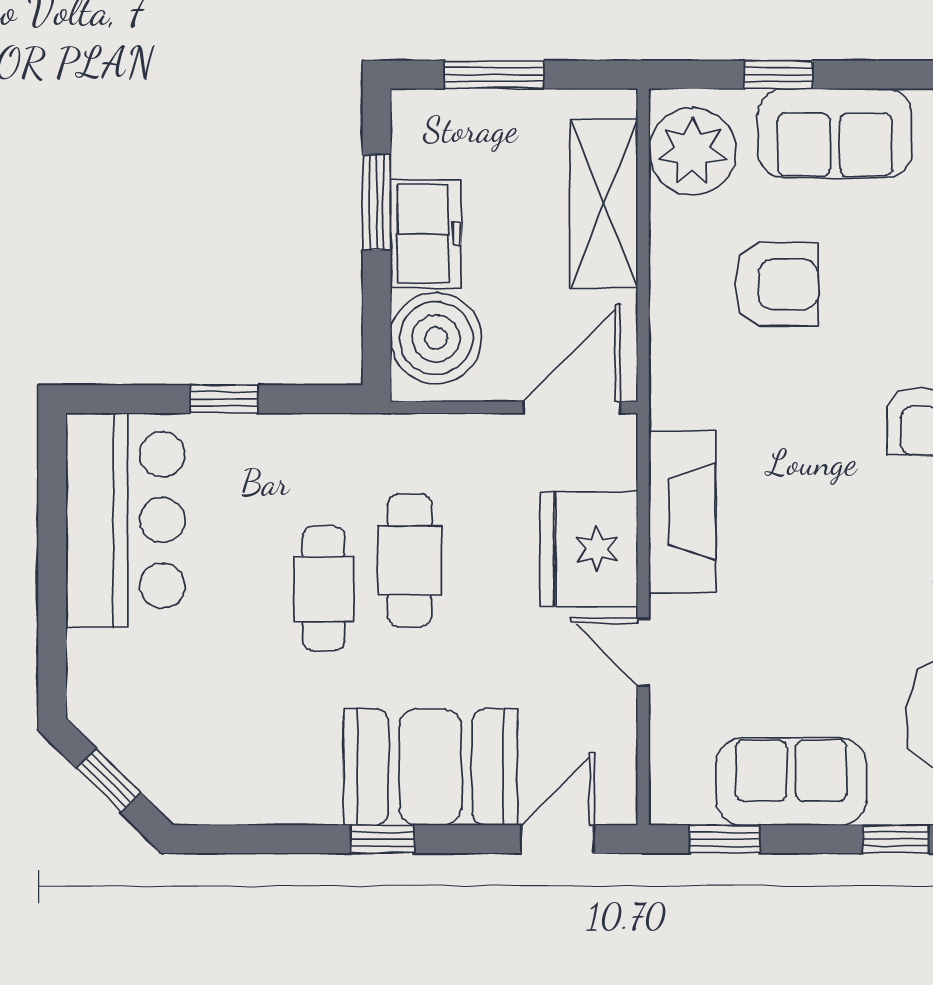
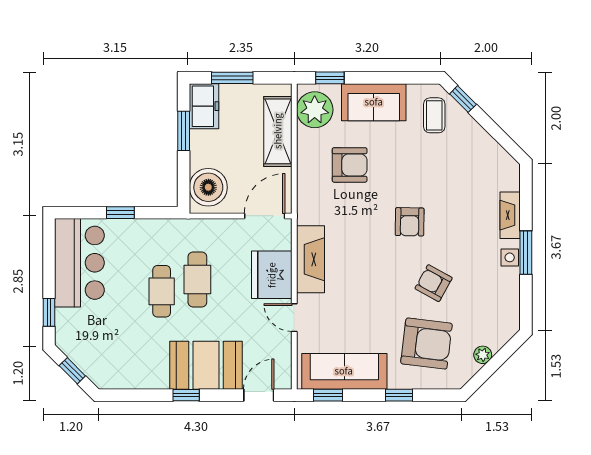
window: (778, 75) -> (330, 78), moved
freezer: (426, 234) -> (204, 106), moved
window: (52, 639) -> (49, 312), added
sofa: (791, 782) -> (344, 371), width x1.36

